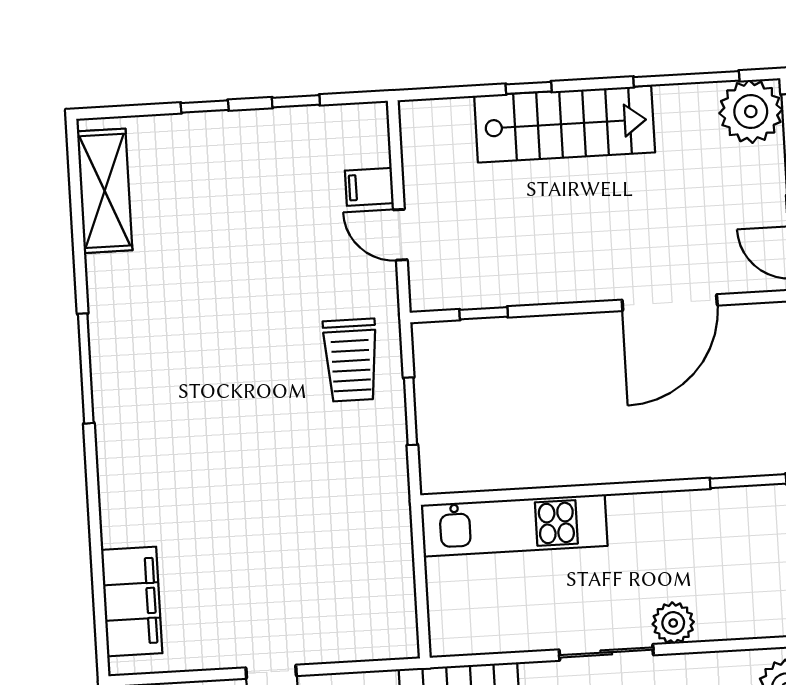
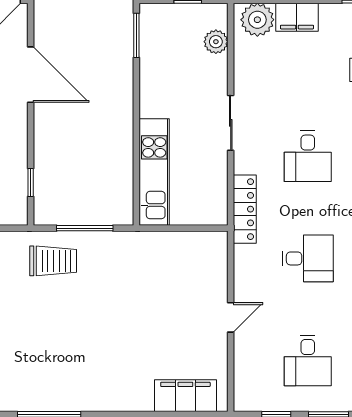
window: (411, 411) -> (85, 228), width x1.44
plant: (673, 623) -> (216, 42), moved

